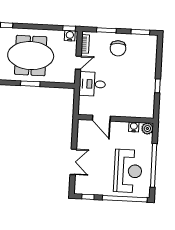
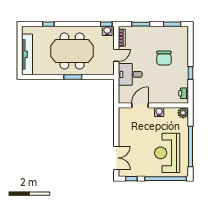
chair: (118, 48) -> (164, 58), moved
printer: (149, 107) -> (184, 93), added
door: (101, 118) -> (140, 105), swing flipped
water cooler: (134, 127) -> (159, 112), moved
double door: (73, 162) -> (116, 158), moved
reception desk: (128, 171) -> (167, 153), turned 180

